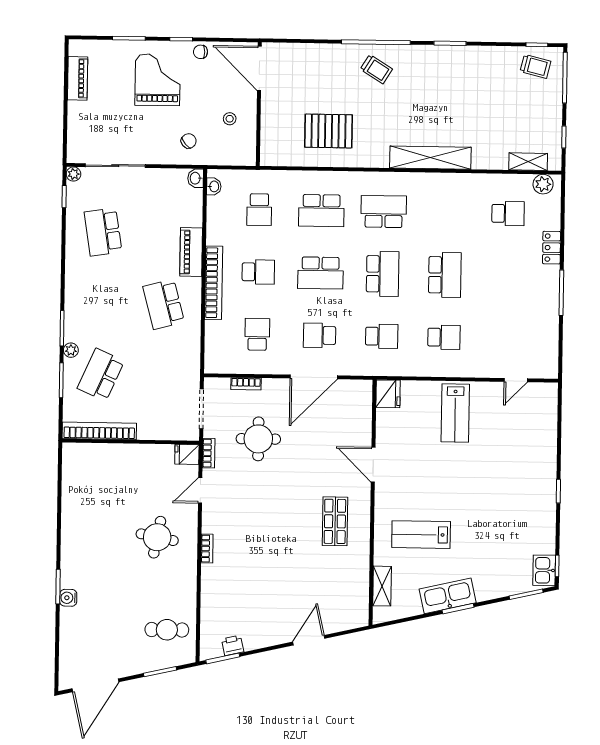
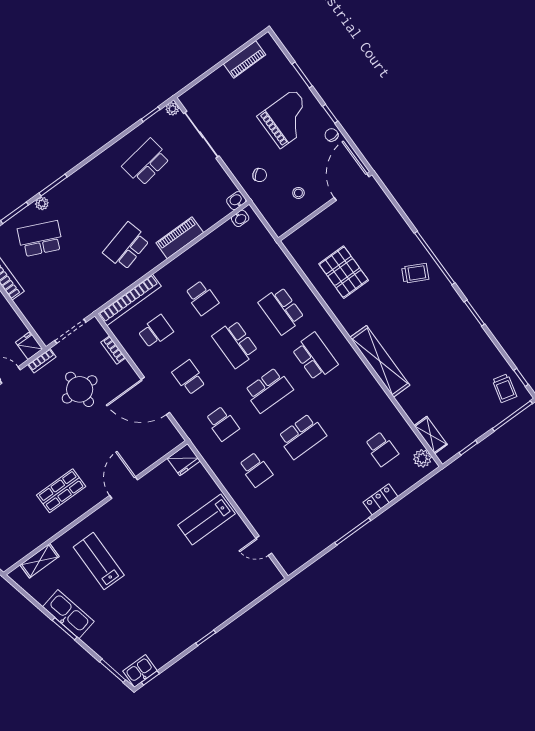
trolley: (376, 69) -> (415, 273), turned -95
school desk: (259, 210) -> (248, 264), removed
bookcase: (214, 283) -> (130, 300), moved

